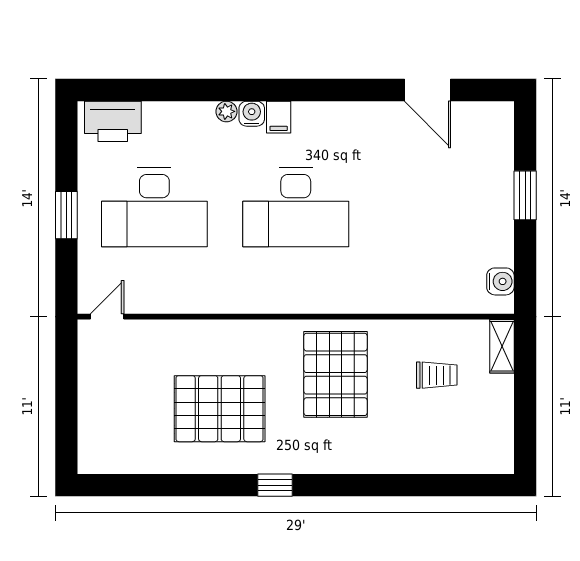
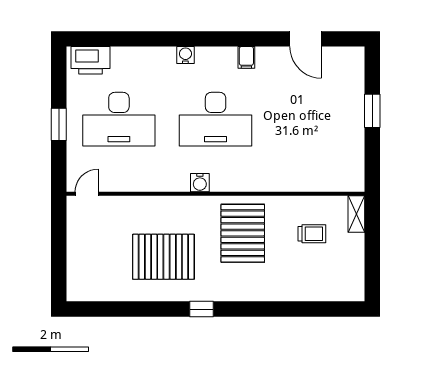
plant: (226, 111) -> (168, 54), removed
filing cabinet: (279, 117) -> (246, 57), moved
water cooler: (500, 281) -> (200, 183), moved, turned 90

